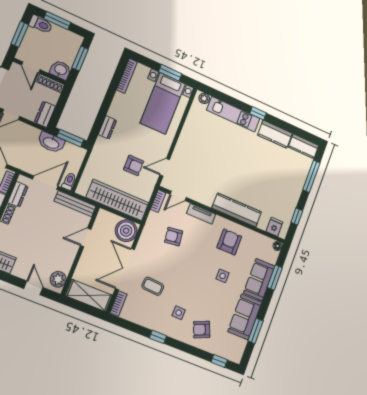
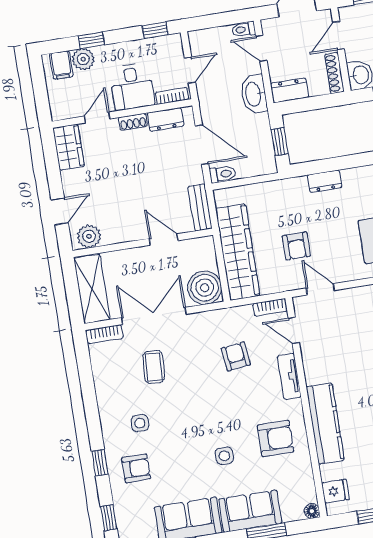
window: (70, 138) -> (280, 142), width x0.67
washbasin: (51, 143) -> (254, 94), moved
bench: (75, 204) -> (200, 207), width x0.73
armchair: (202, 330) -> (136, 468), turned 112
window: (158, 337) -> (100, 463), moved

